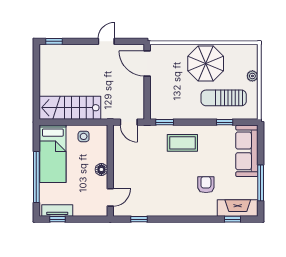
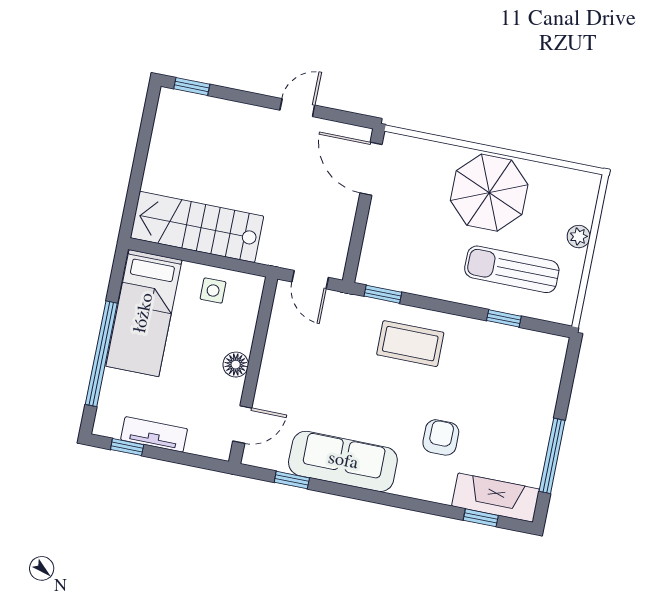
sofa: (247, 151) -> (343, 461), moved, turned 90
tv unit: (57, 210) -> (154, 434), moved

